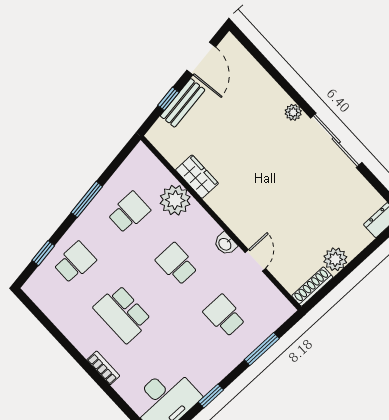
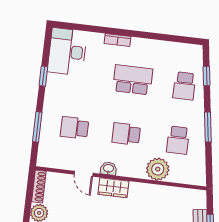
wardrobe: (197, 177) -> (113, 188), moved
school desk: (177, 264) -> (126, 134), turned 180
school desk: (224, 316) -> (74, 128), turned 180

